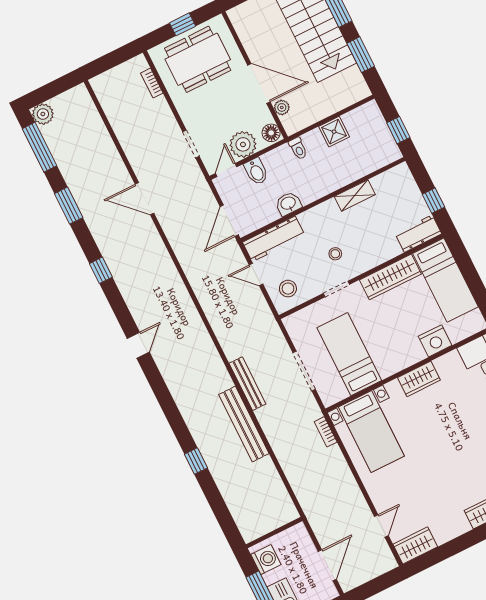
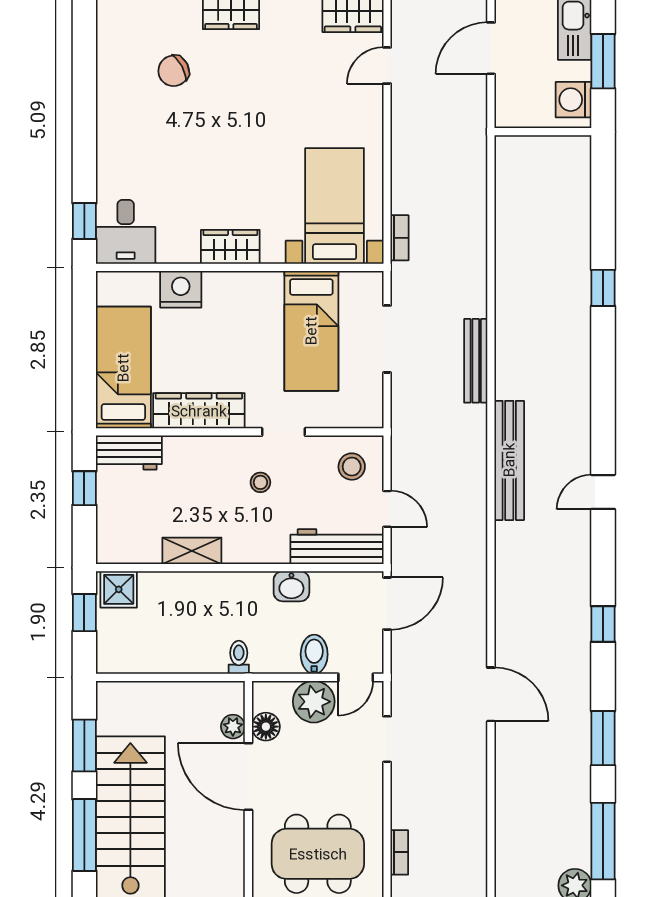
shower: (334, 132) -> (119, 589), moved
floor lamp: (271, 133) -> (266, 727), moved
bench: (244, 424) -> (509, 460), moved

